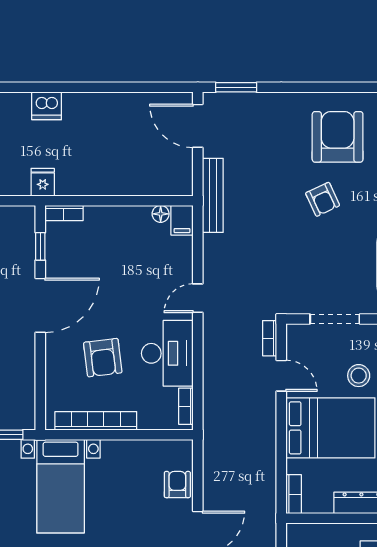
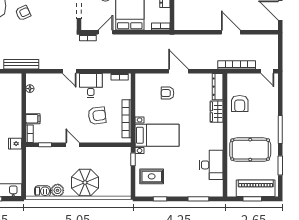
filing cabinet: (182, 220) -> (33, 119), moved
door: (40, 305) -> (73, 145), width x0.53
desk: (167, 353) -> (91, 85), width x0.73
armchair: (177, 485) -> (168, 93), moved

